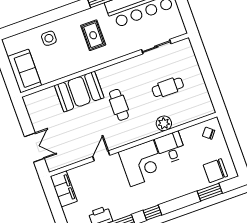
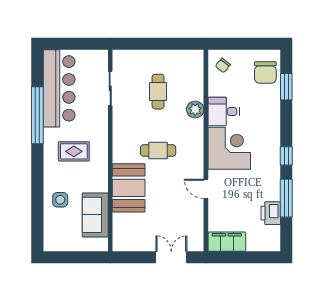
sofa: (24, 71) -> (95, 215), moved, turned -90

